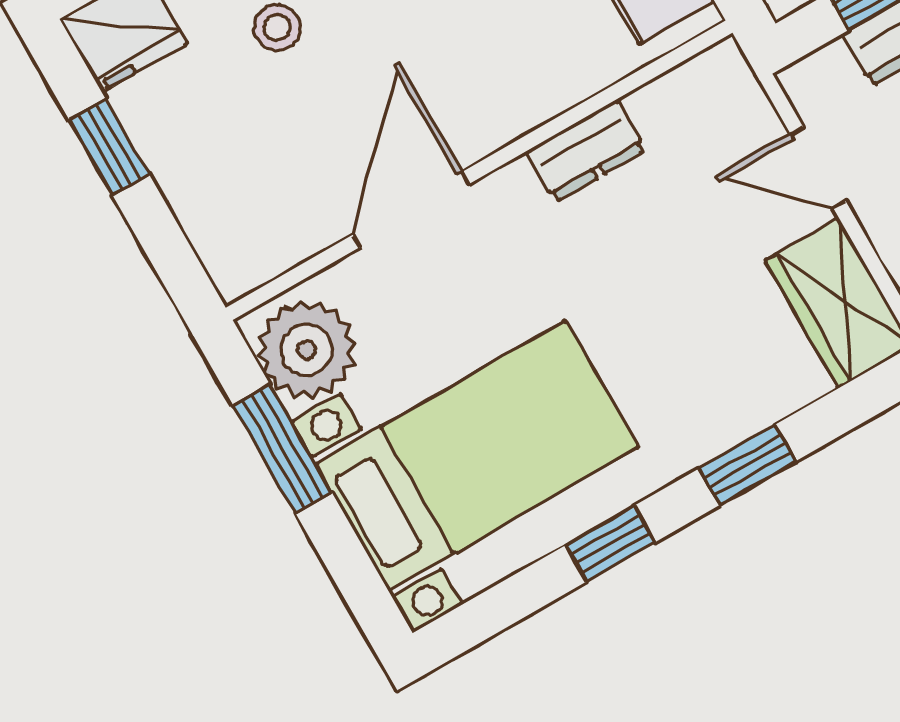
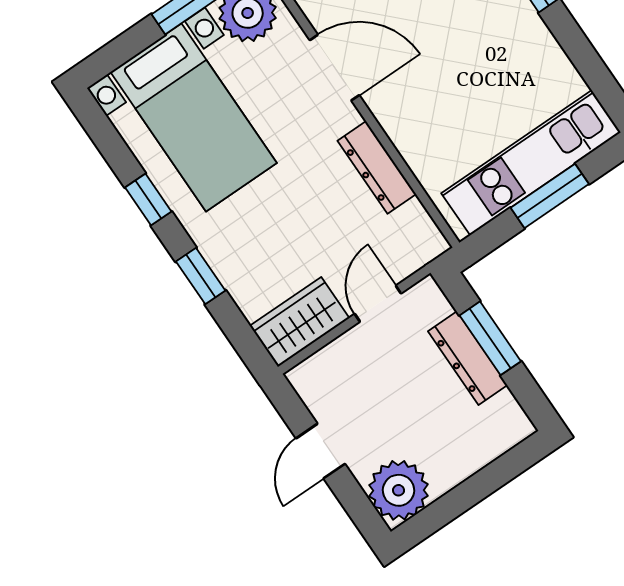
dresser: (586, 151) -> (377, 167), width x1.44

